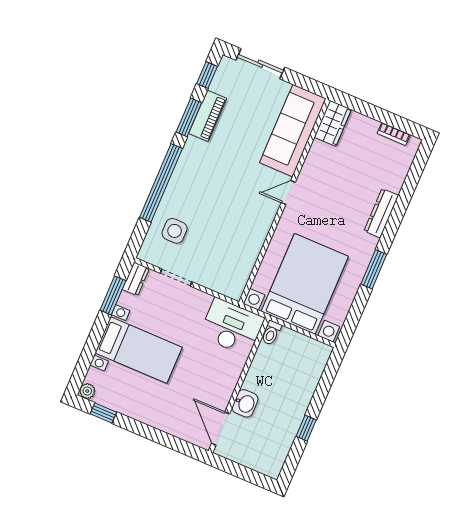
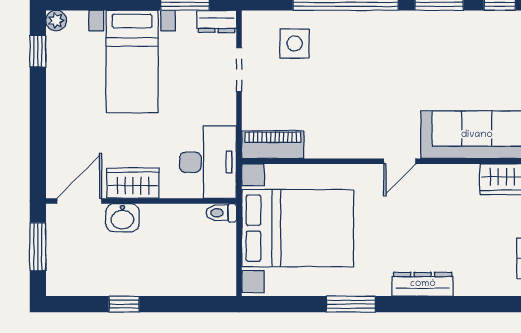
piano: (208, 116) -> (273, 145), moved, turned 180
door: (288, 192) -> (400, 161), swing flipped
wardrobe: (224, 386) -> (133, 183), added
window: (240, 471) -> (38, 247), added

